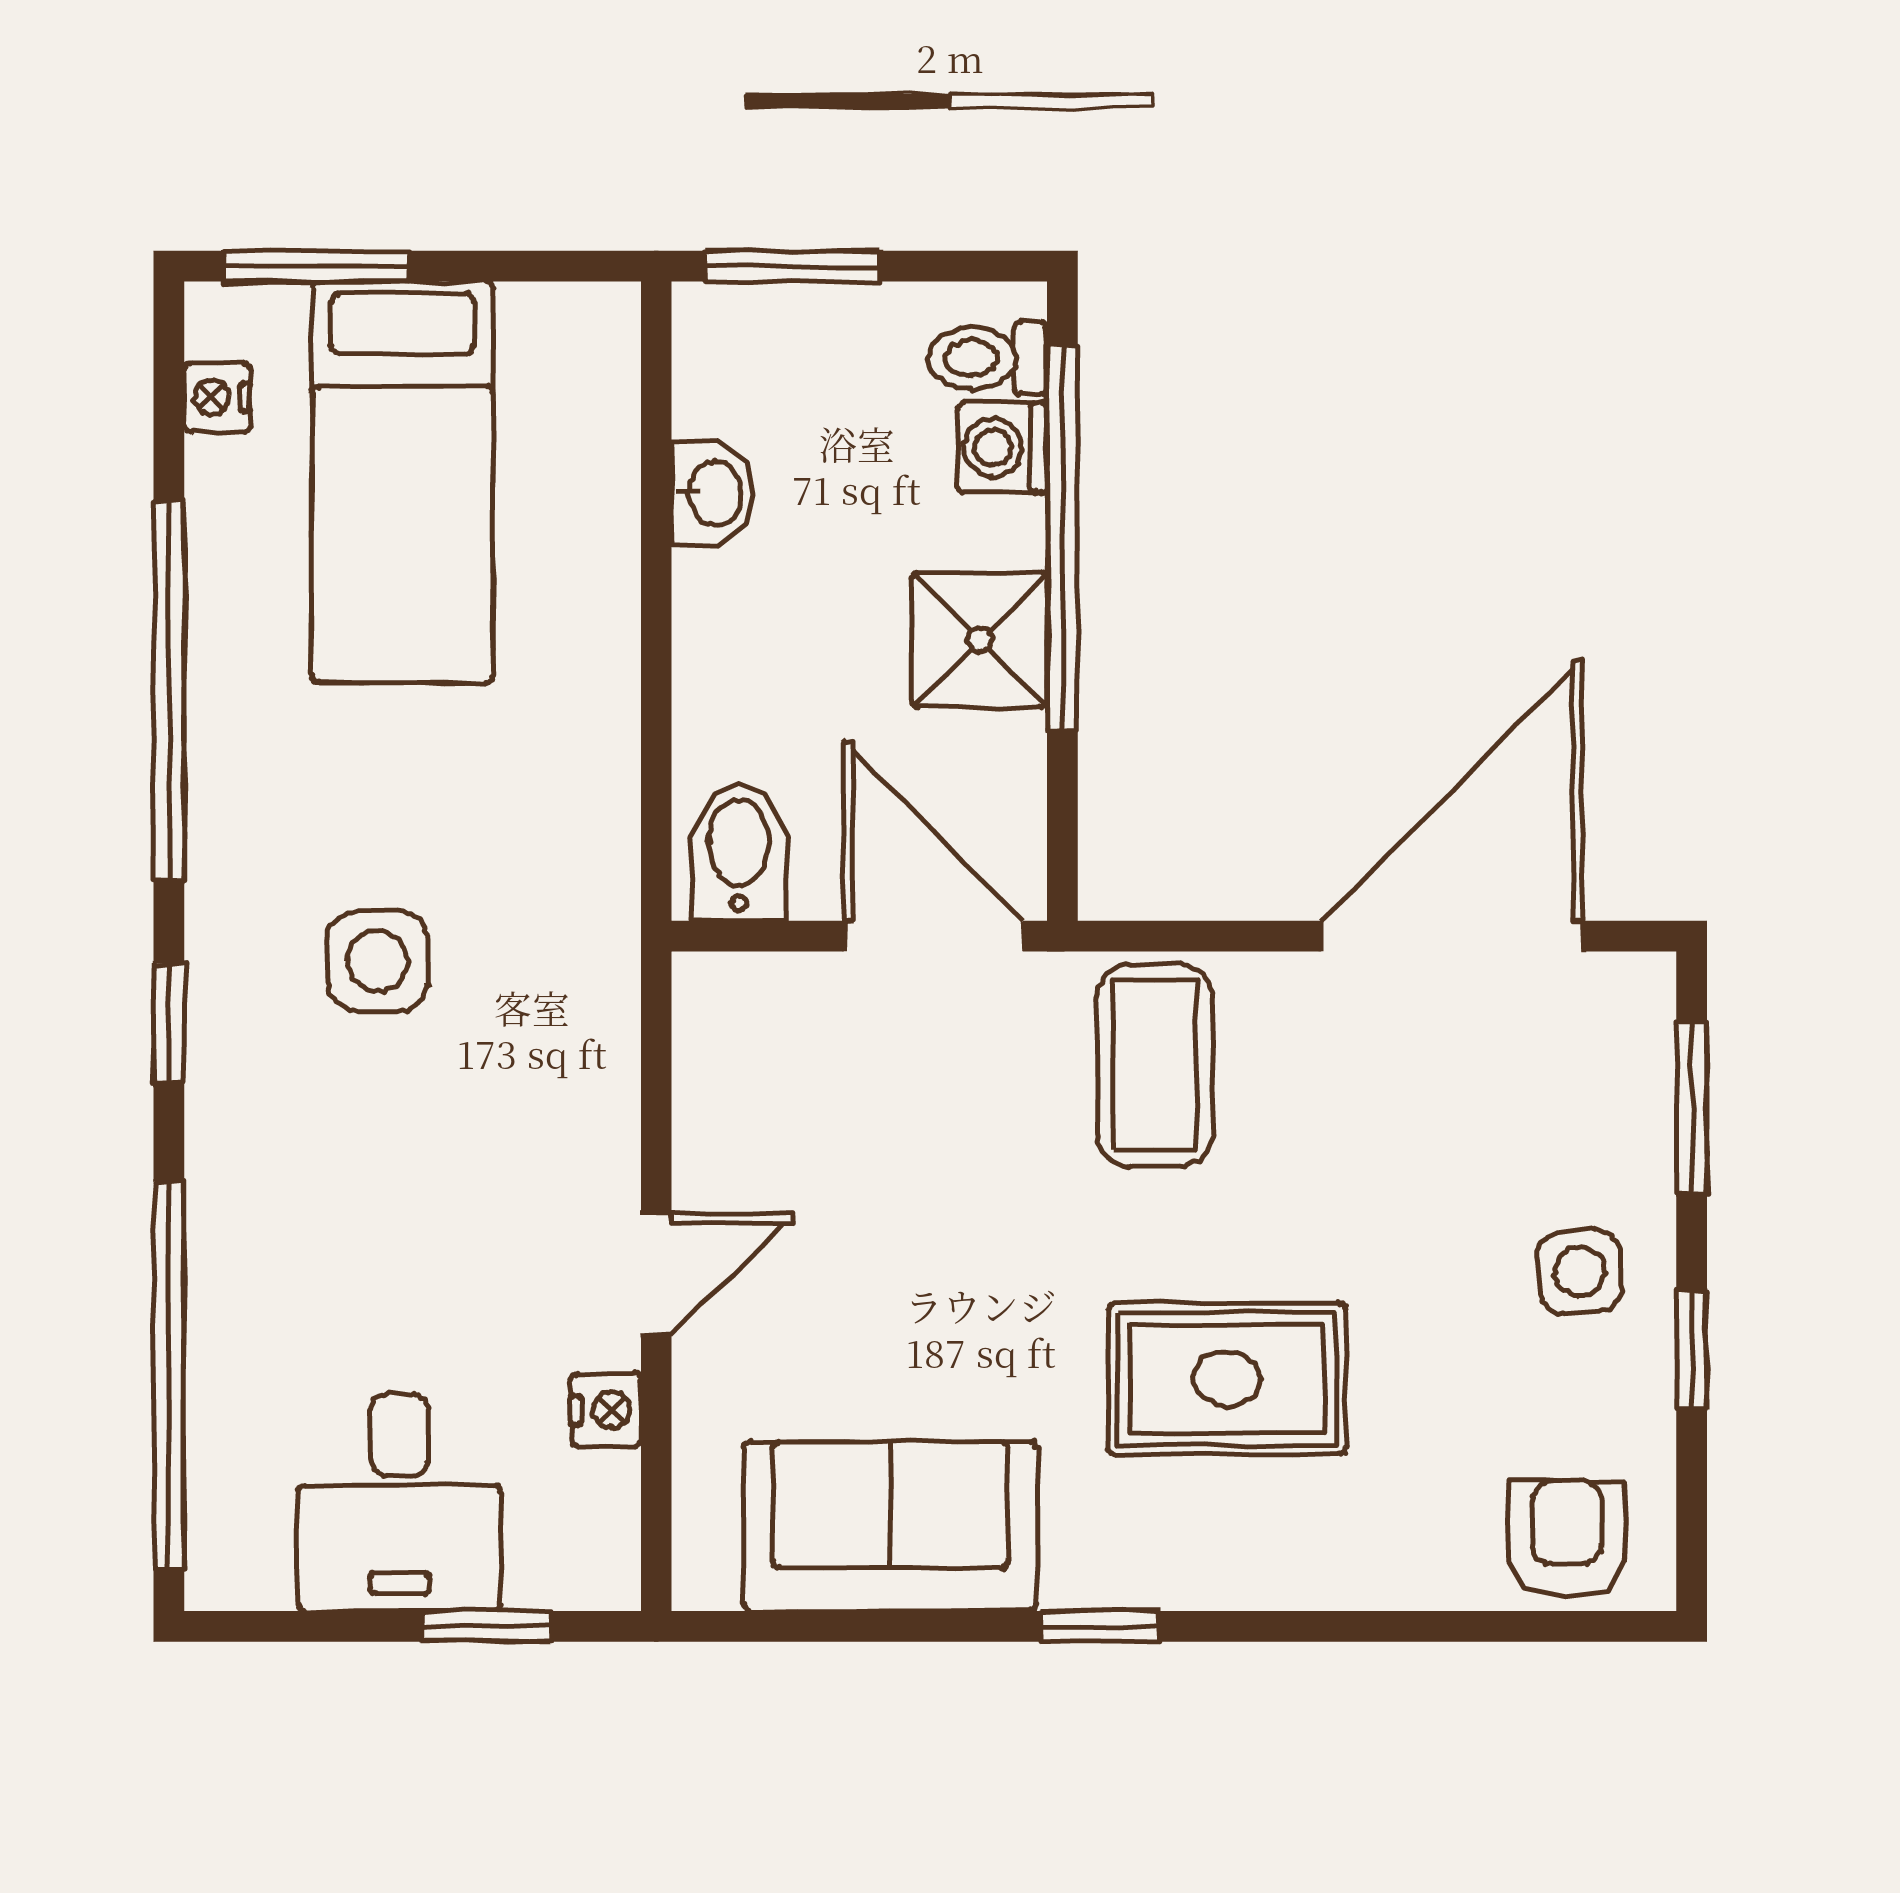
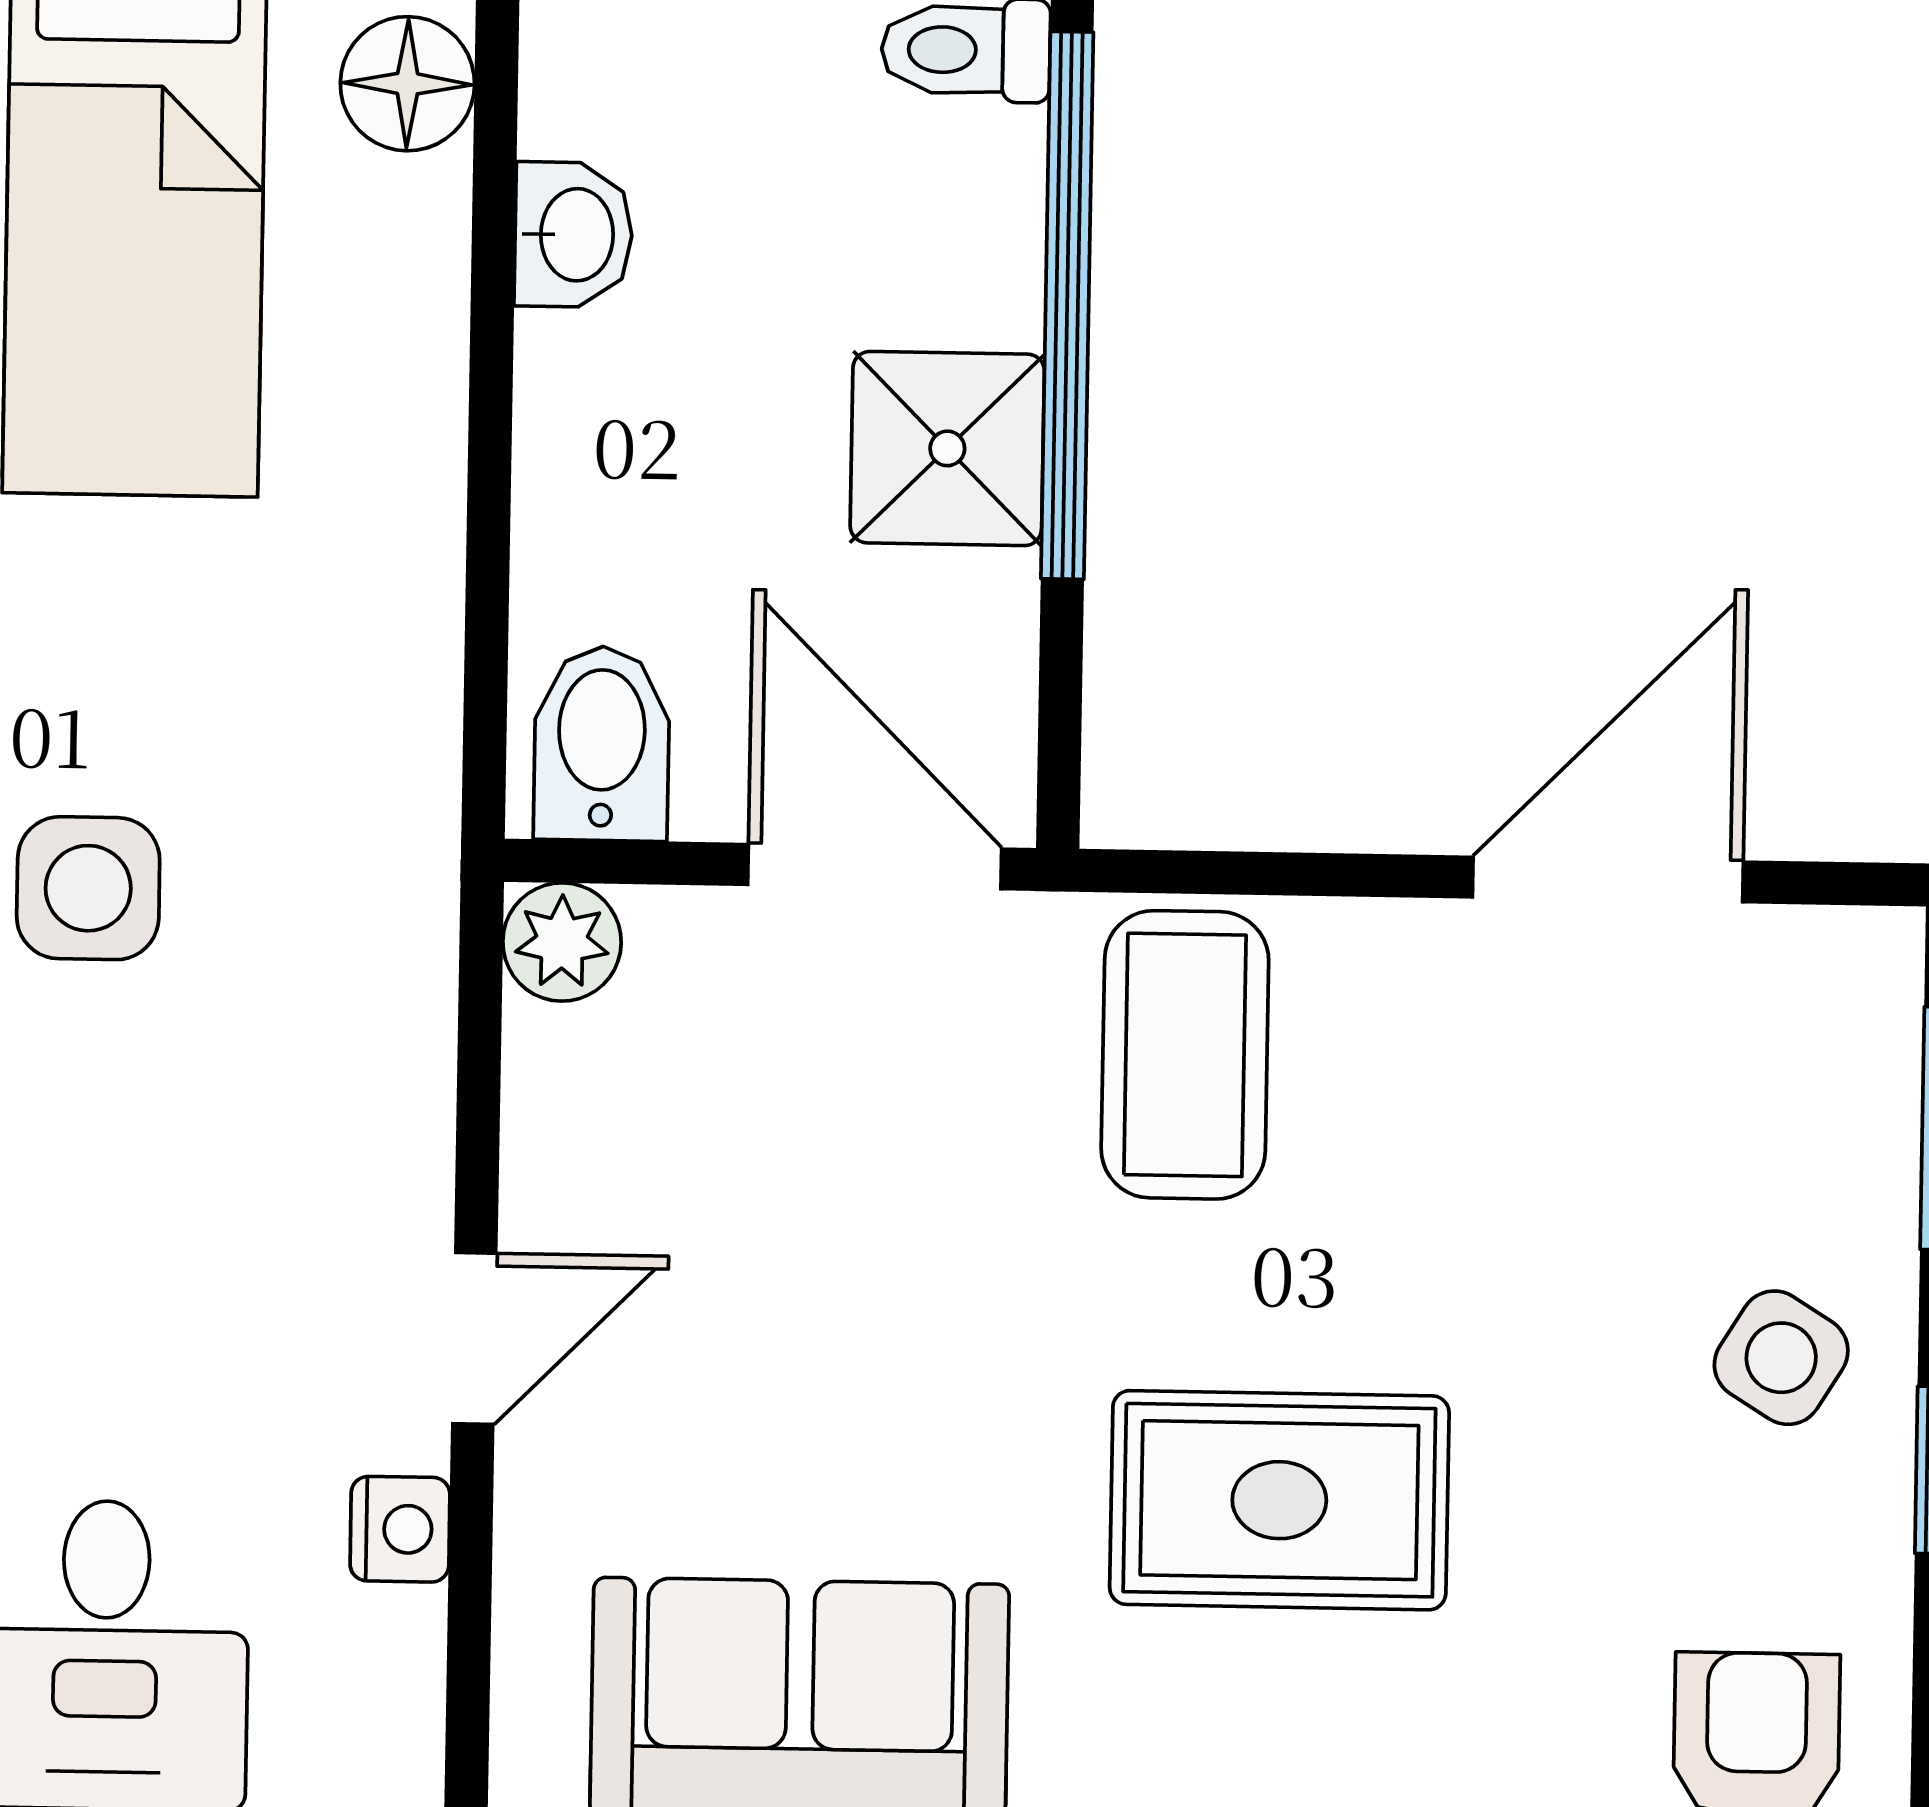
floor lamp: (594, 389) -> (407, 84), added
washing machine: (1002, 448) -> (984, 177), removed
door: (1451, 936) -> (1608, 879), width x0.73
plant: (713, 993) -> (562, 942), added
side table: (1580, 1272) -> (1781, 1358), turned 37

